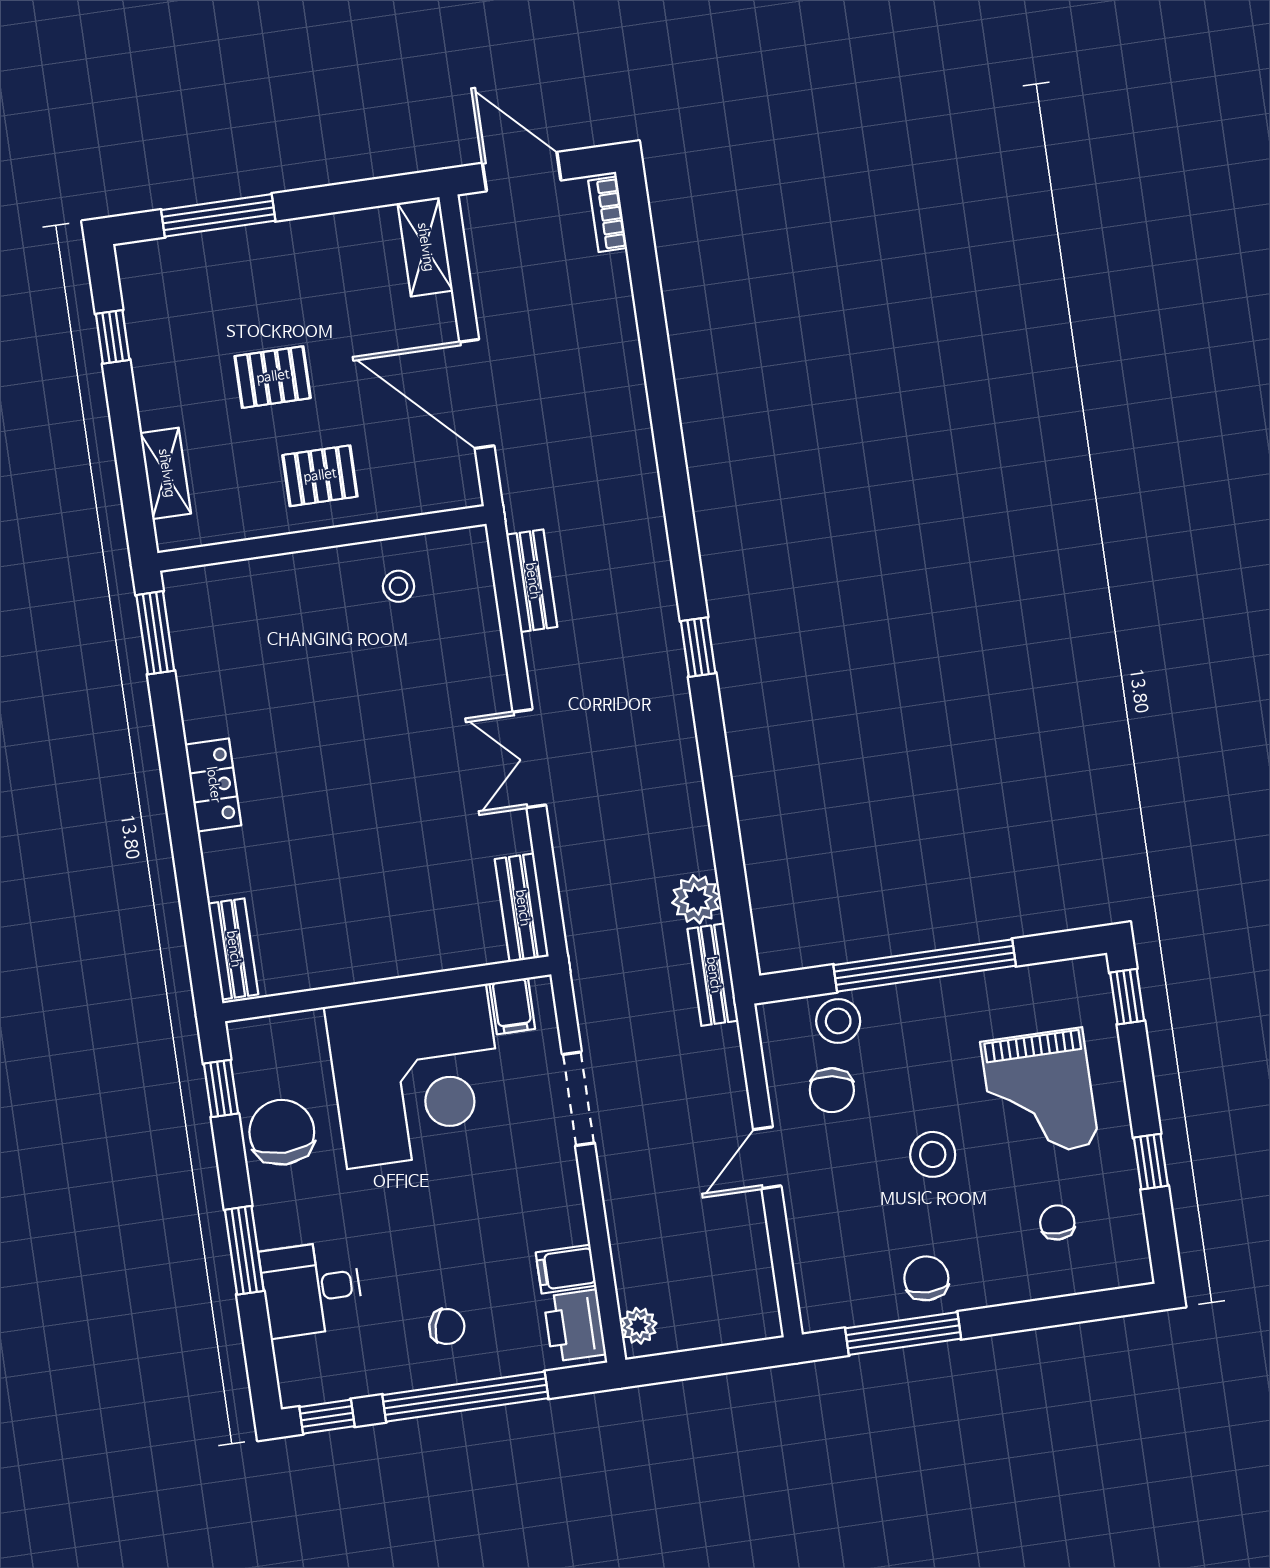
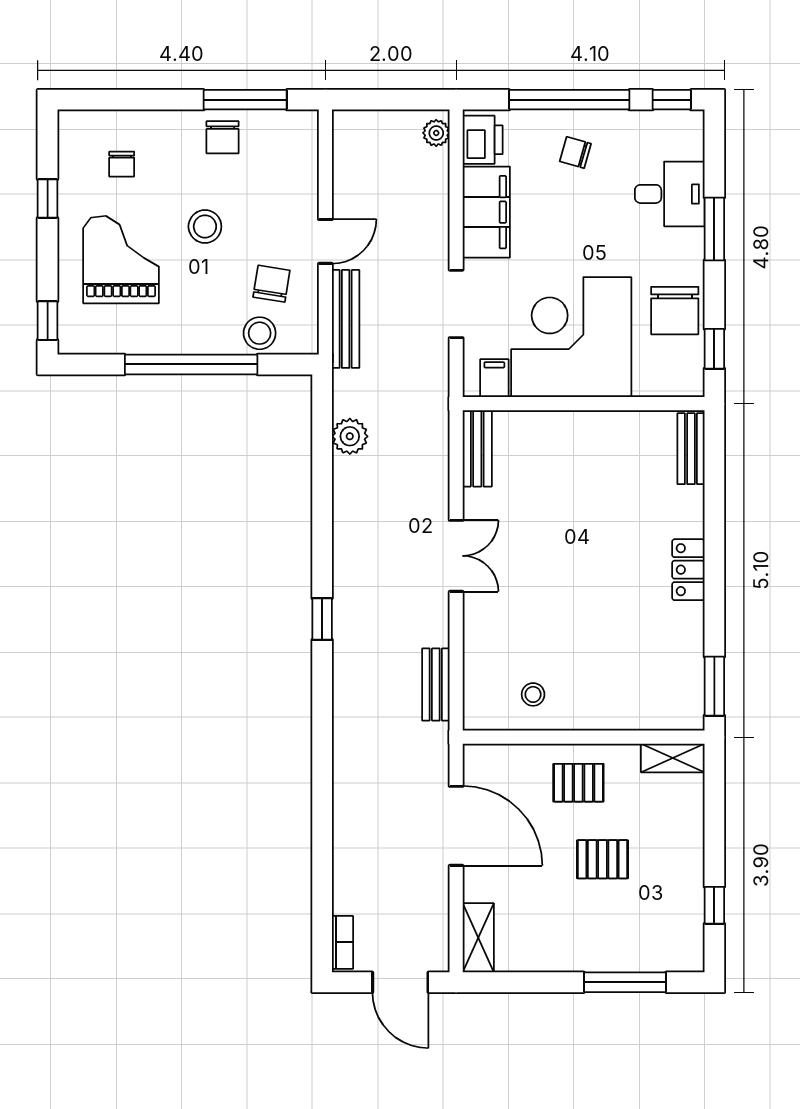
shelving: (166, 473) -> (673, 758), moved, turned 90
bench: (713, 975) -> (346, 319), moved, width x1.36
filing cabinet: (566, 1269) -> (486, 212), width x3.00, depth x1.17

